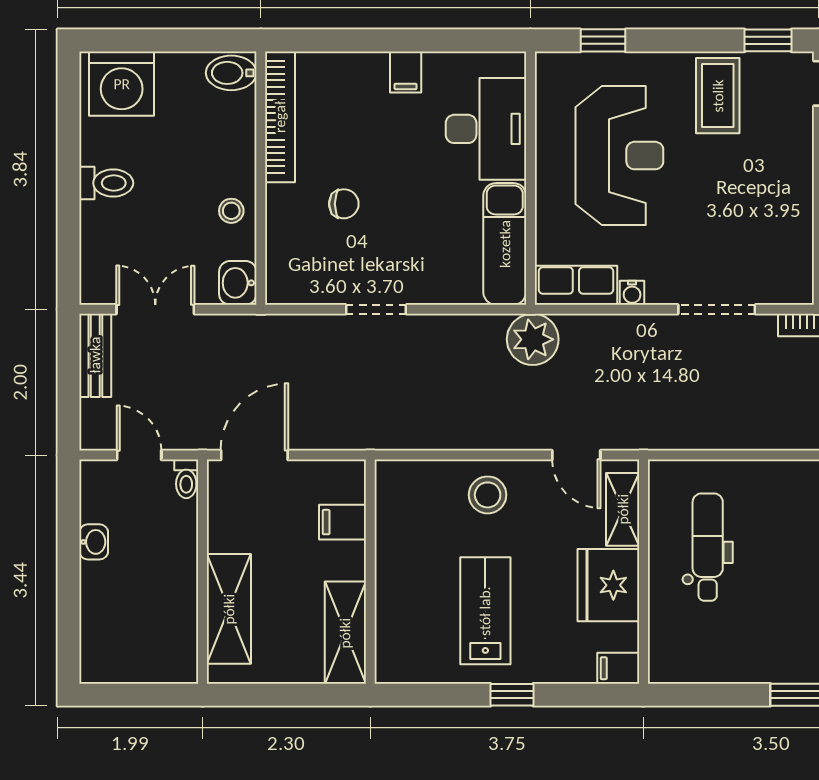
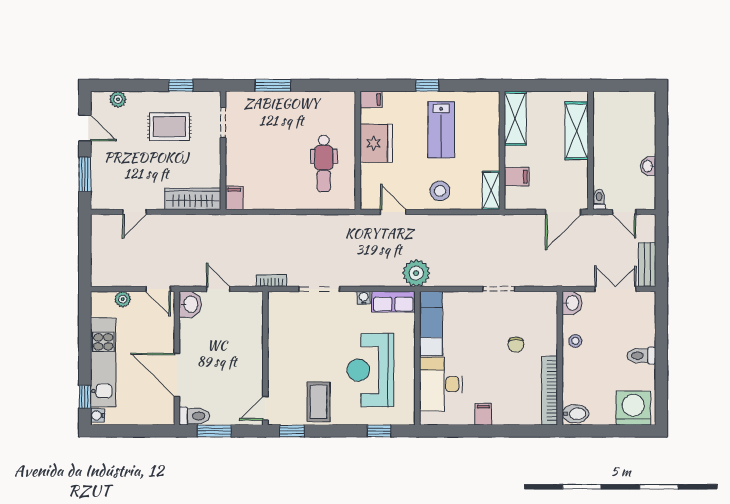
chair: (344, 204) -> (516, 345), turned -90
double door: (155, 309) -> (615, 289), swing flipped
shelving: (623, 509) -> (491, 190), moved

